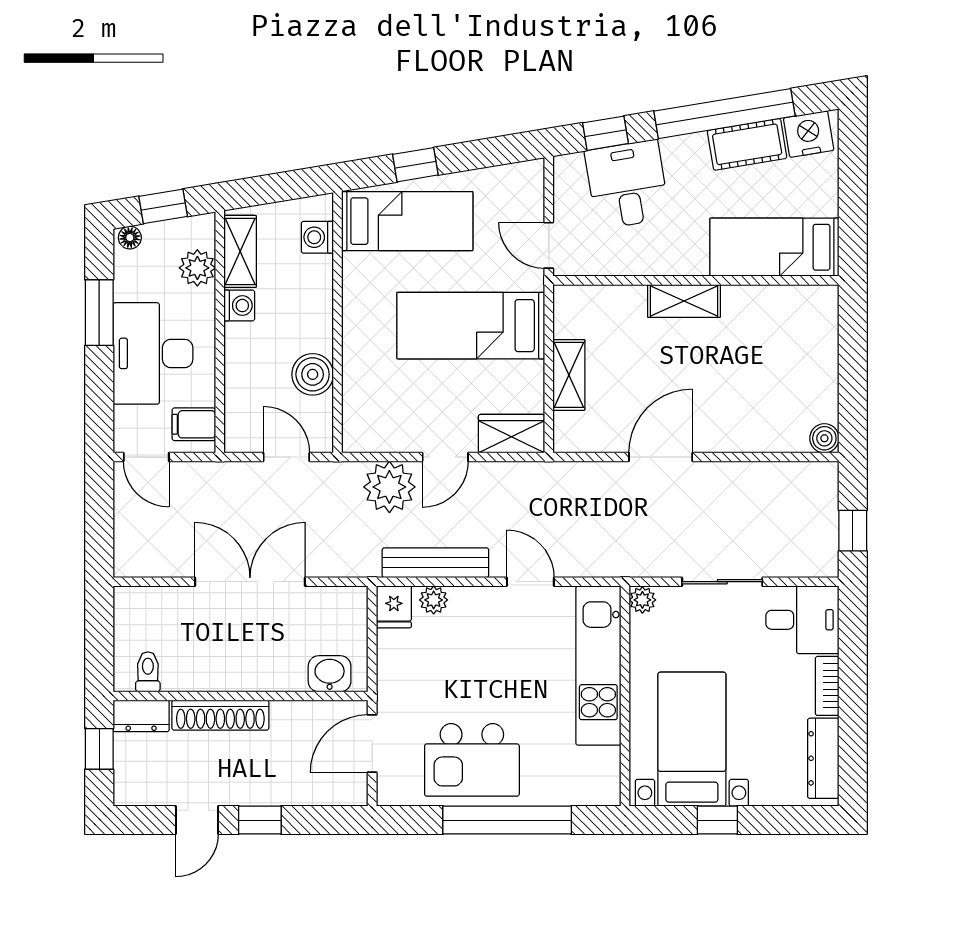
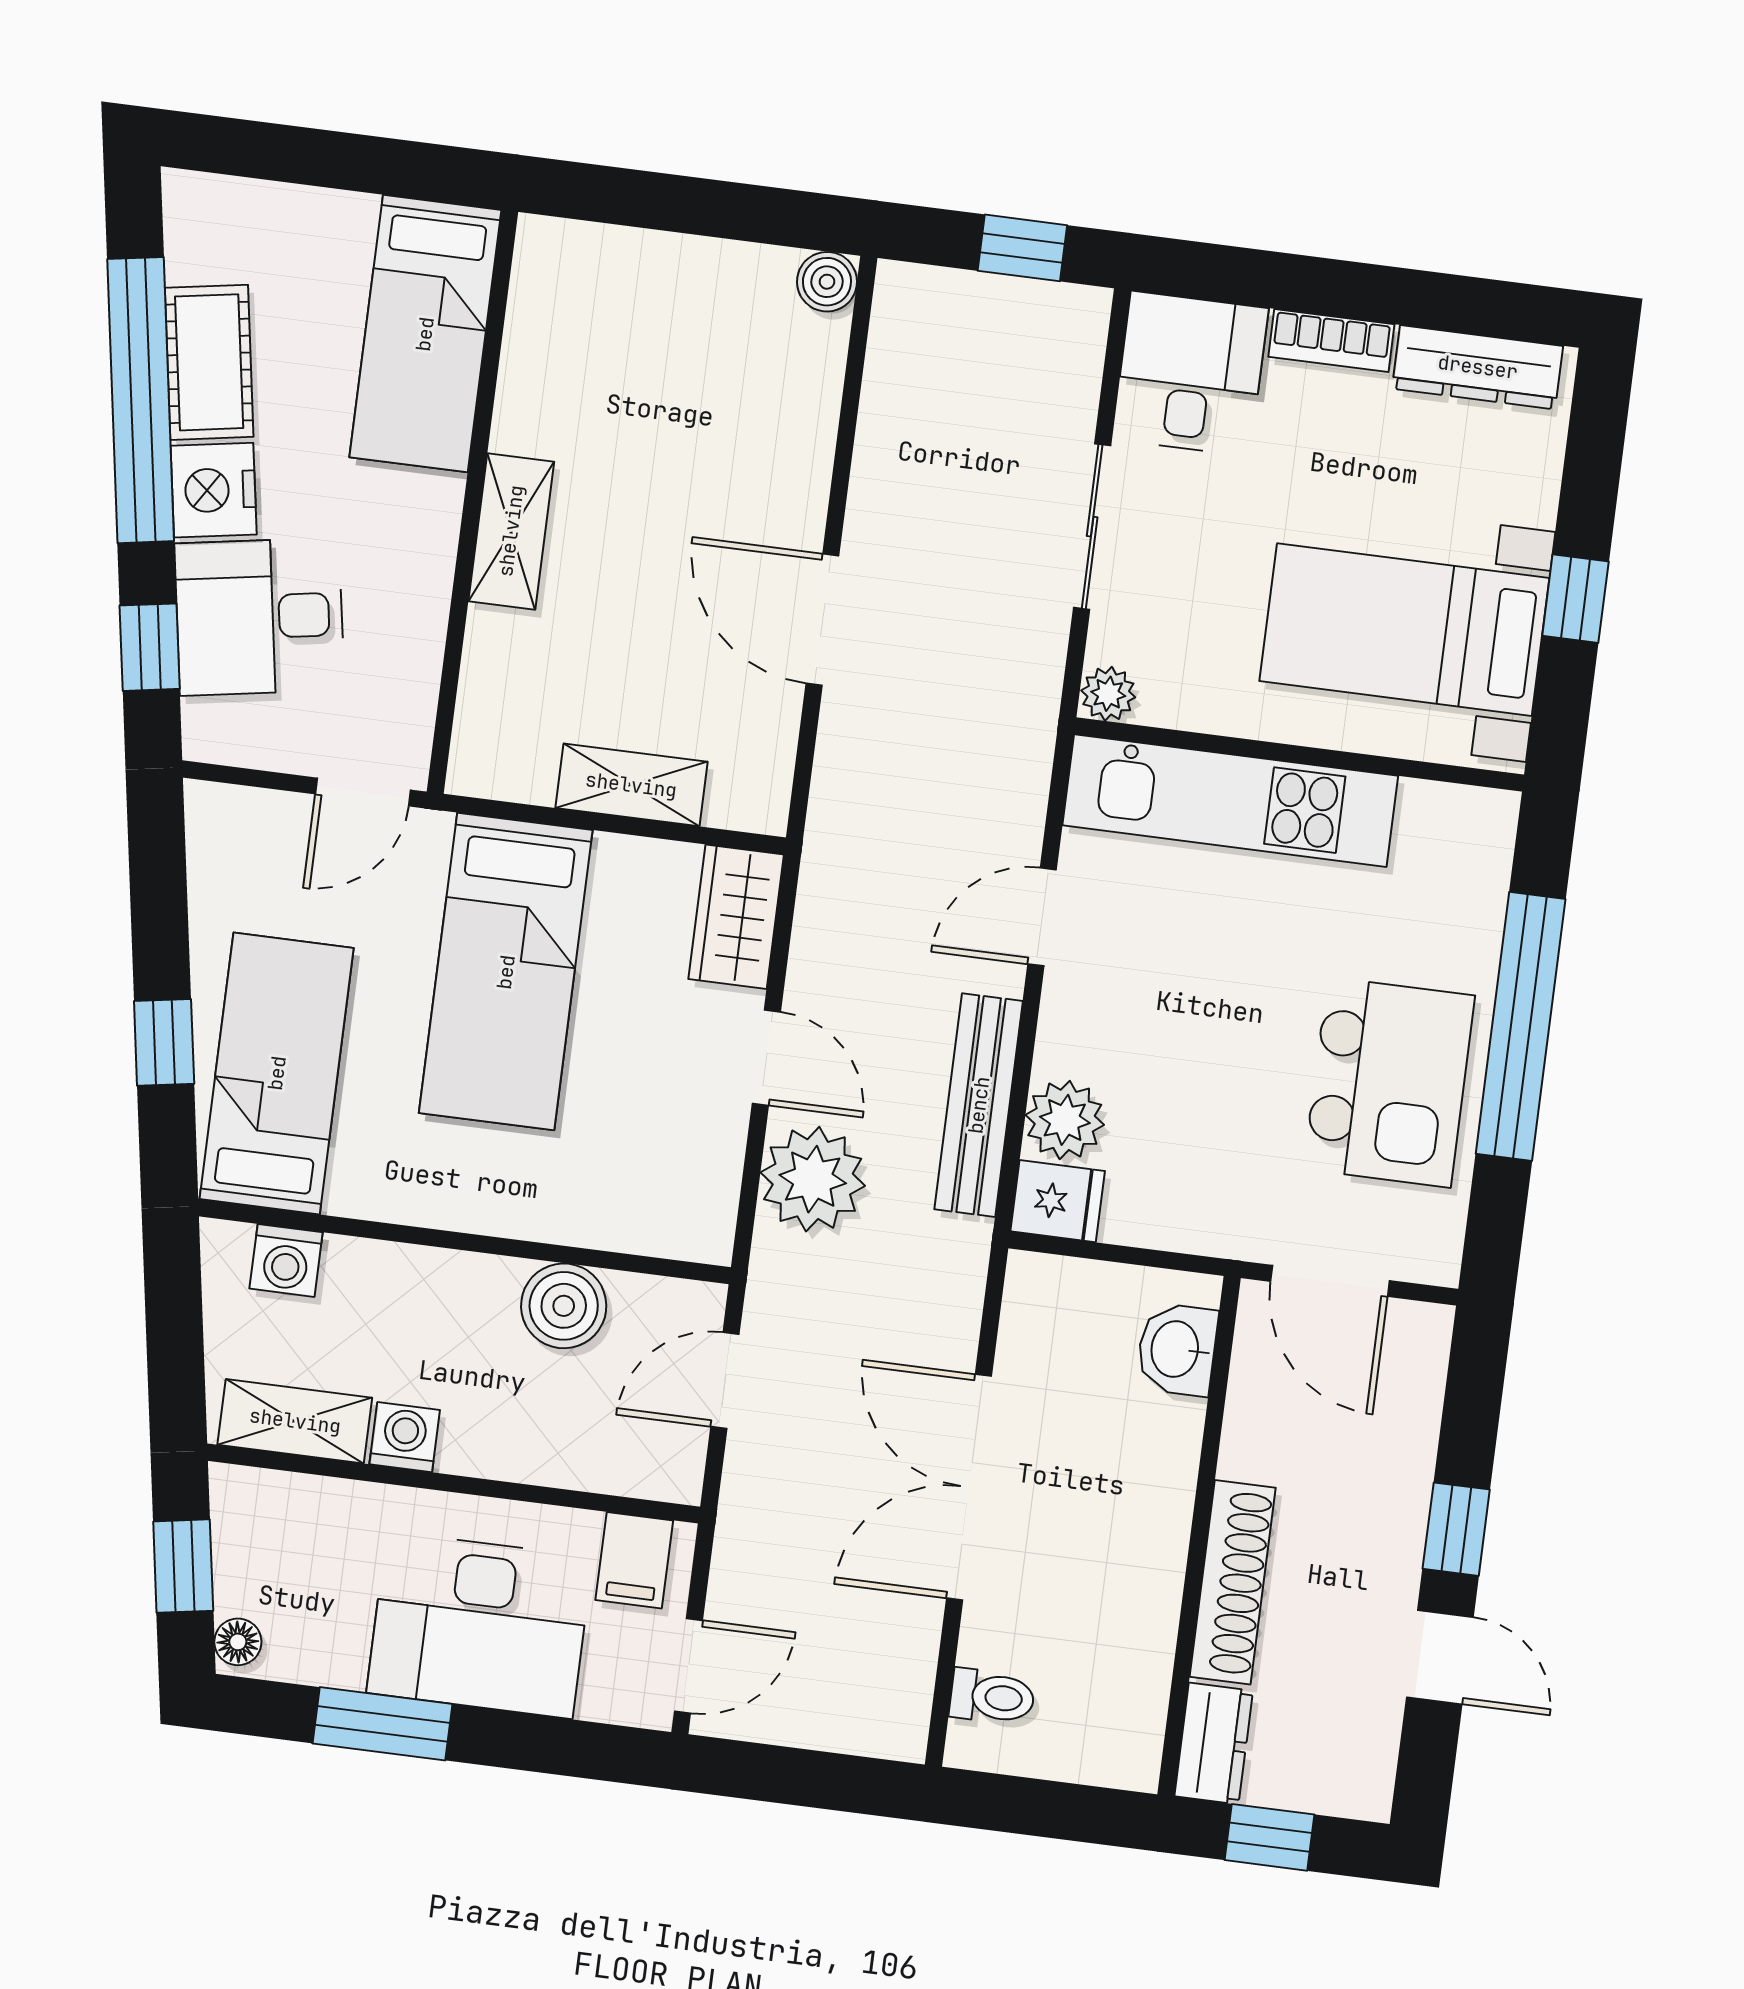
nightstand: (809, 134) -> (214, 490), moved
plant: (197, 268) -> (317, 1513), removed
plant: (434, 600) -> (1065, 1120), width x1.38, depth x1.38
toilet: (148, 672) -> (992, 1697), moved, turned 180

